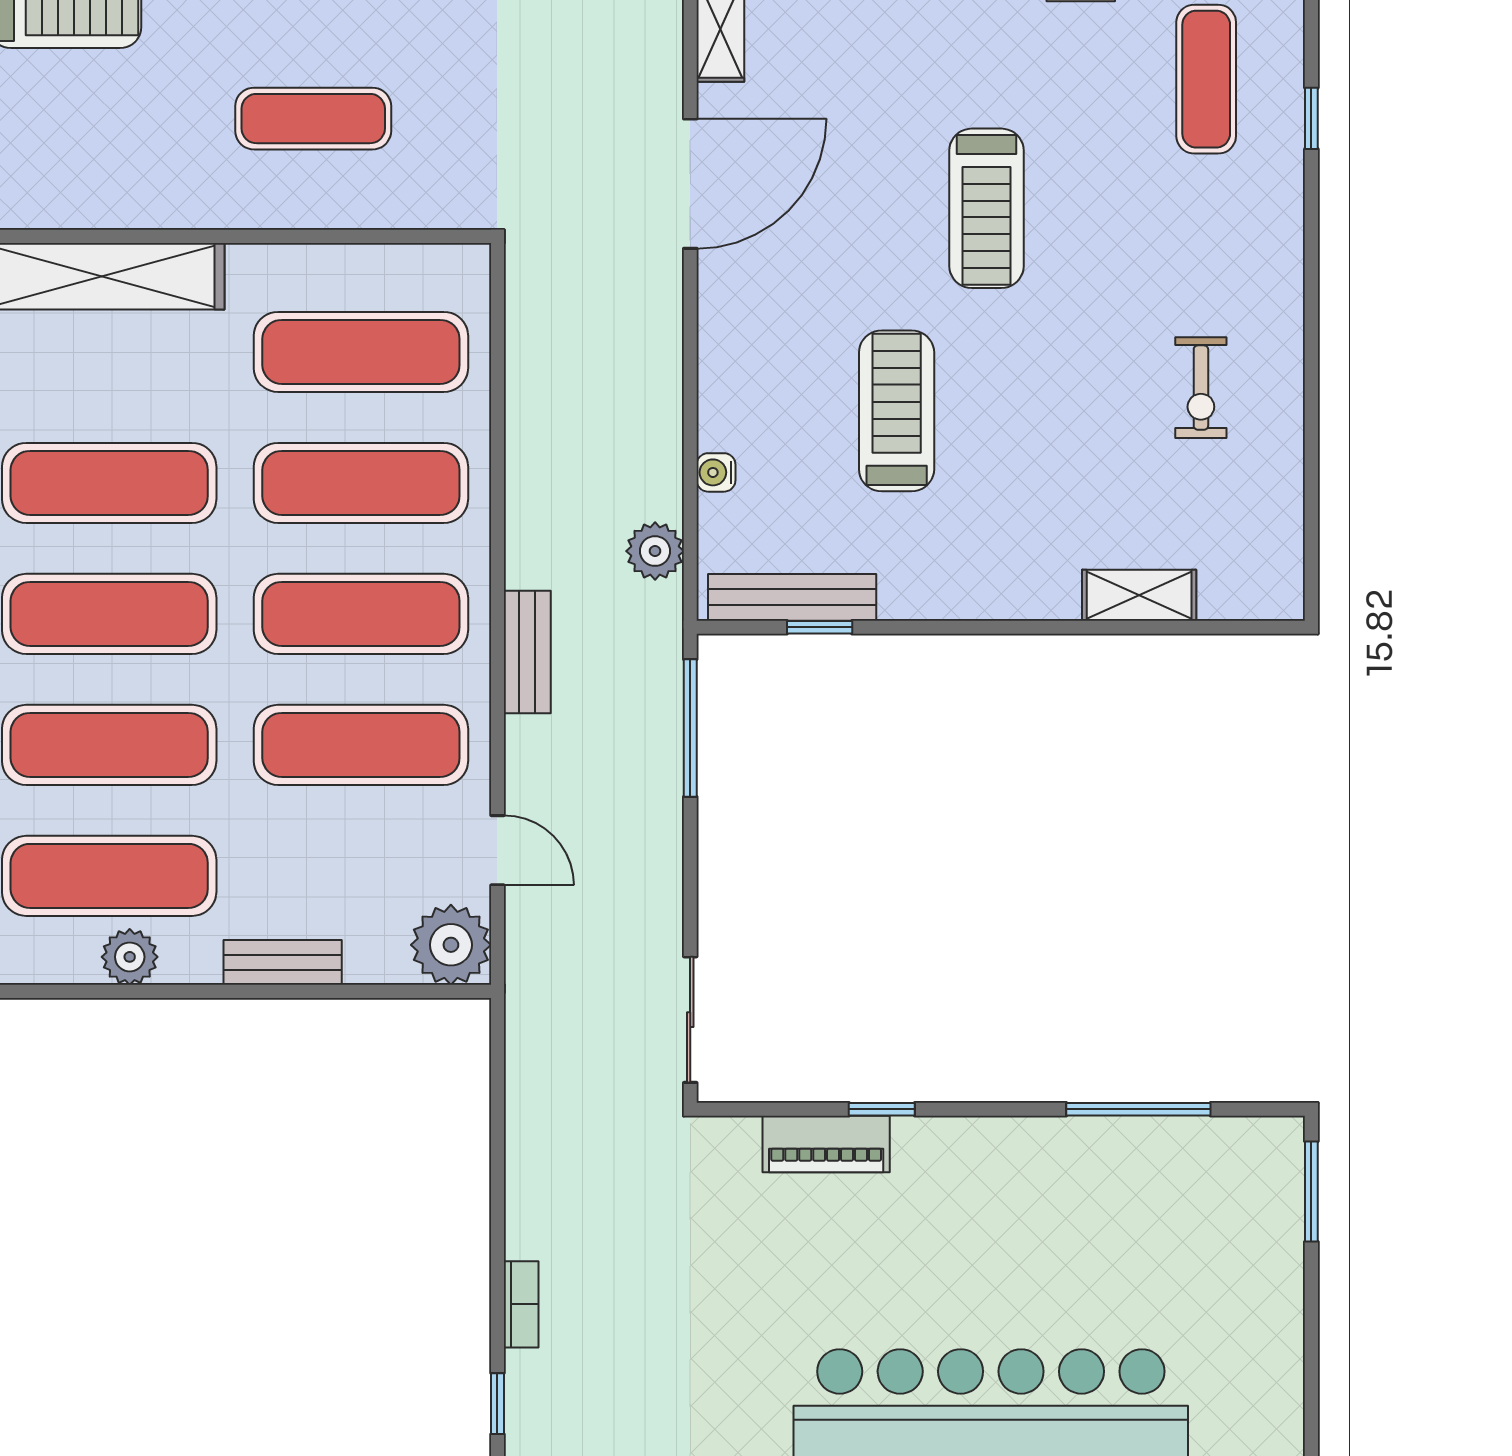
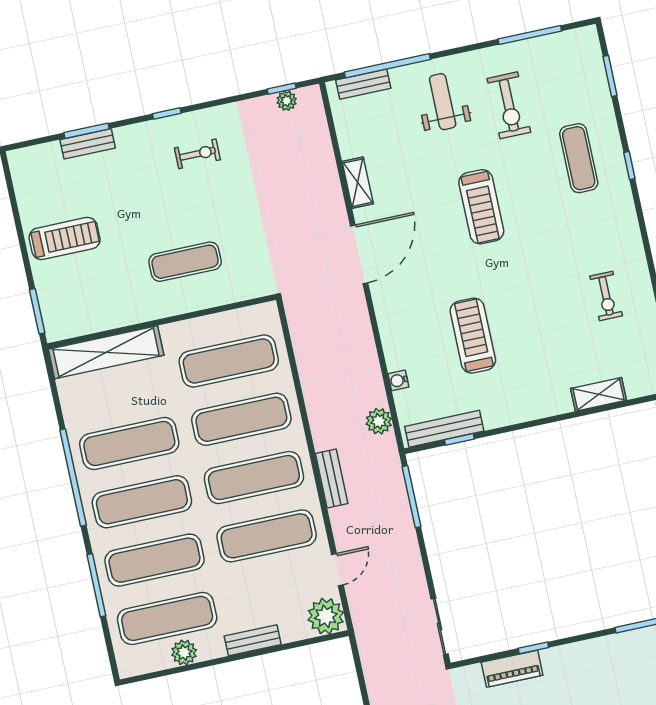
treadmill: (986, 208) -> (481, 207), moved
door: (497, 850) -> (337, 570), hinge flipped

